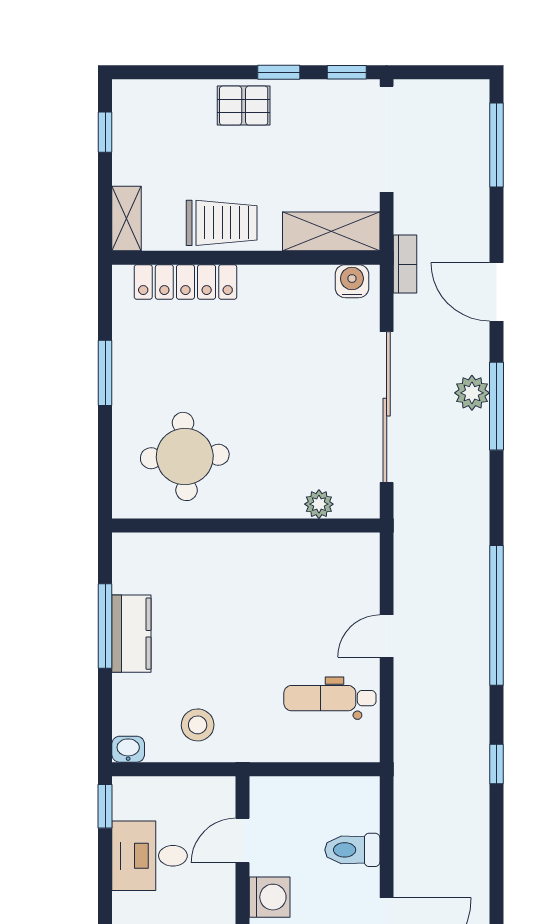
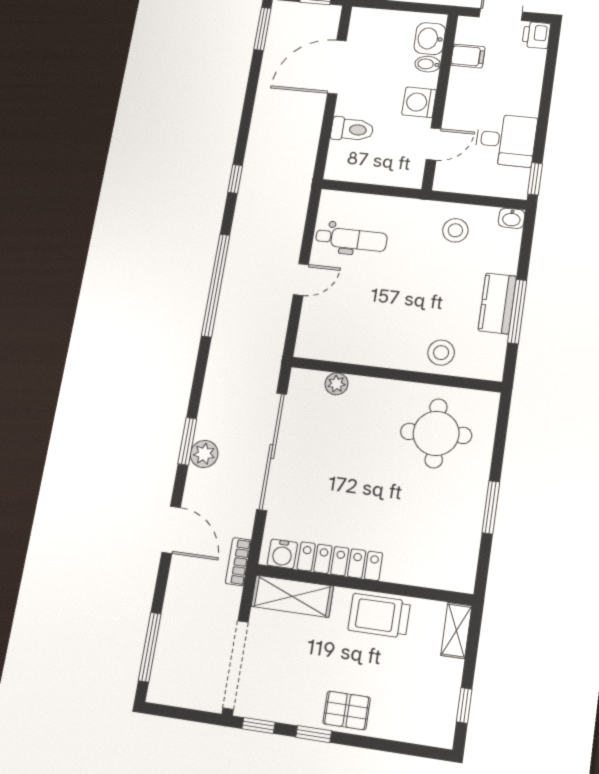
locker: (185, 282) -> (340, 561), moved
window: (496, 406) -> (187, 441), width x0.69
stool: (193, 561) -> (441, 353), added

